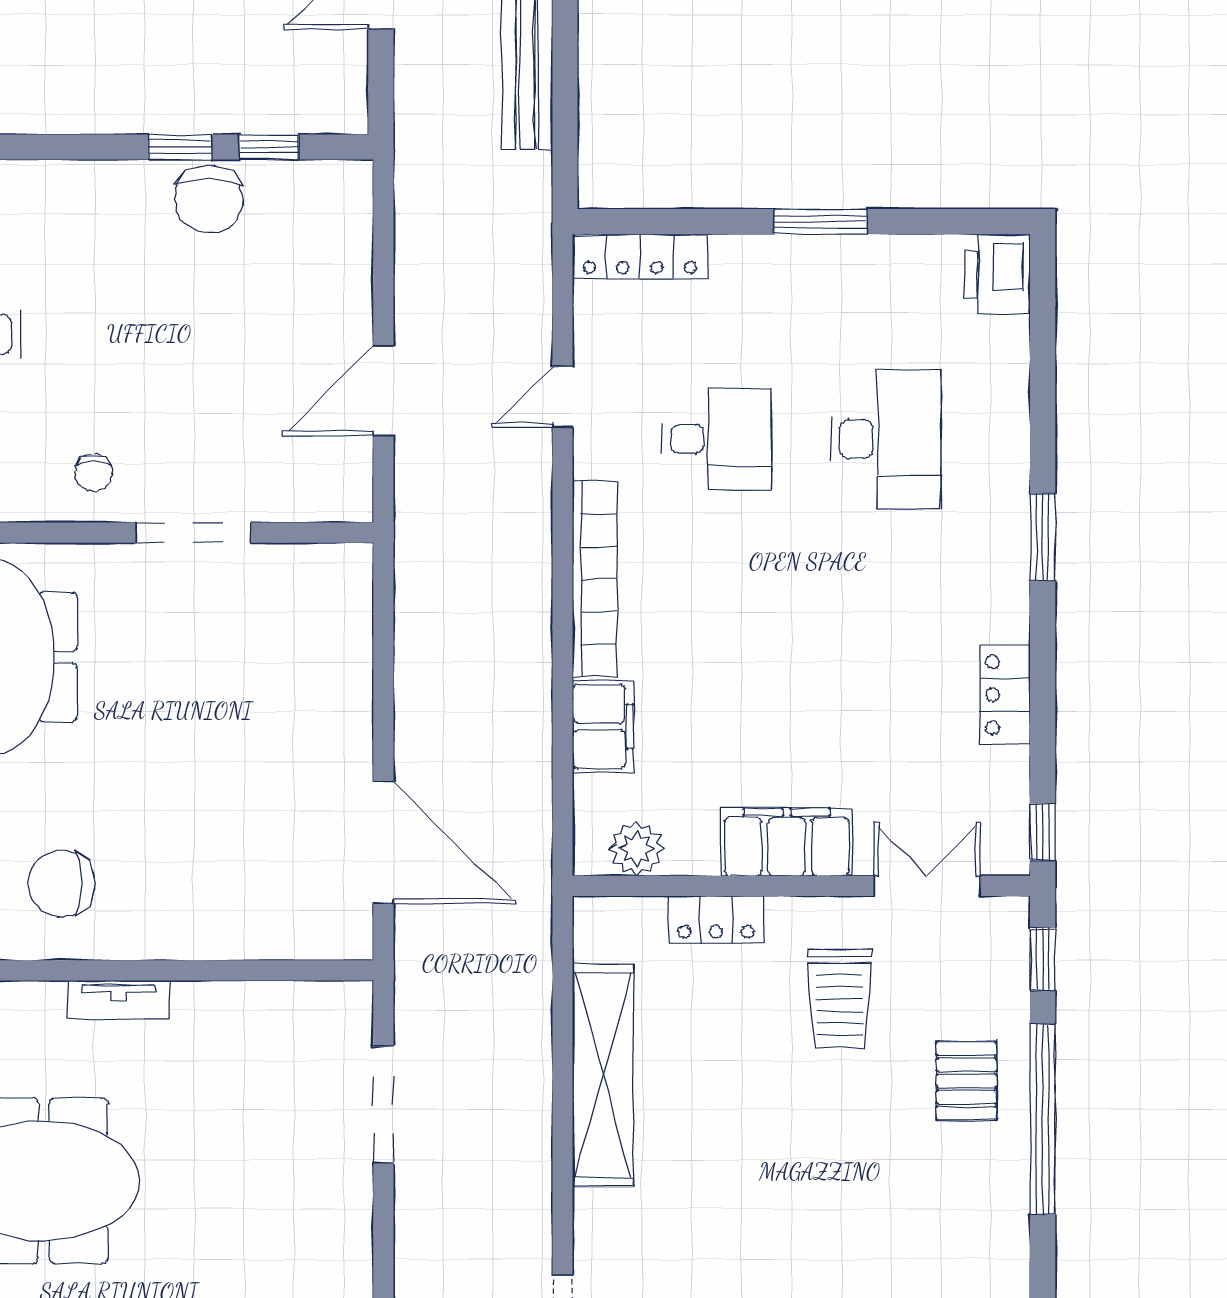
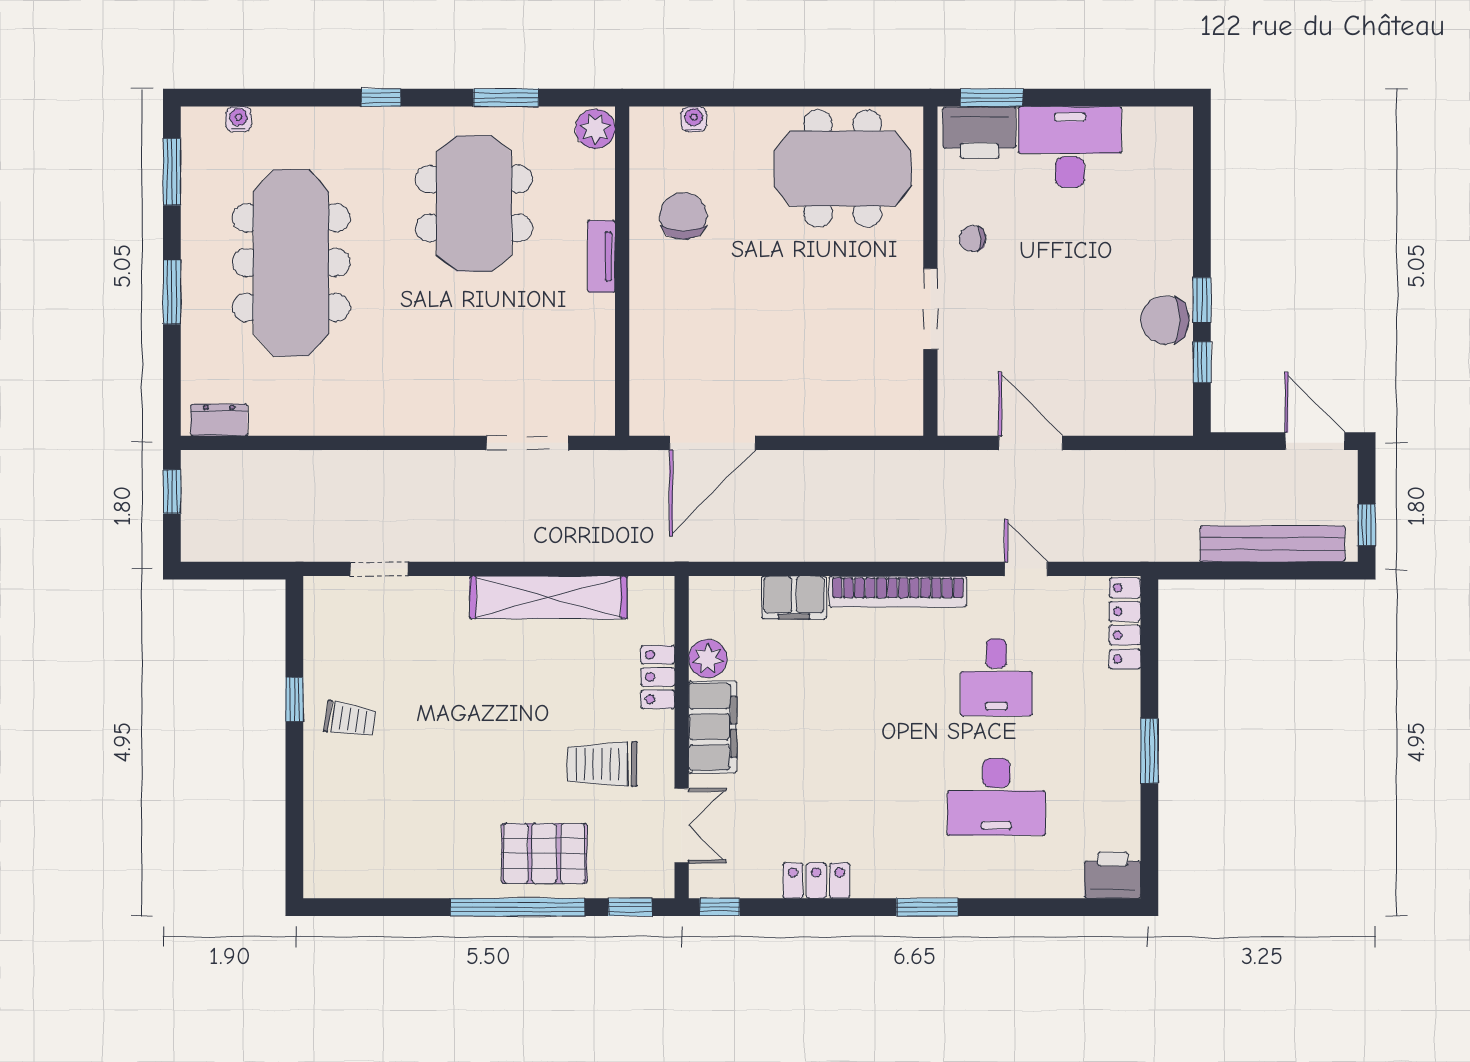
plant: (637, 849) -> (708, 659), moved
pallet: (966, 1081) -> (544, 853), width x1.50, depth x1.42

